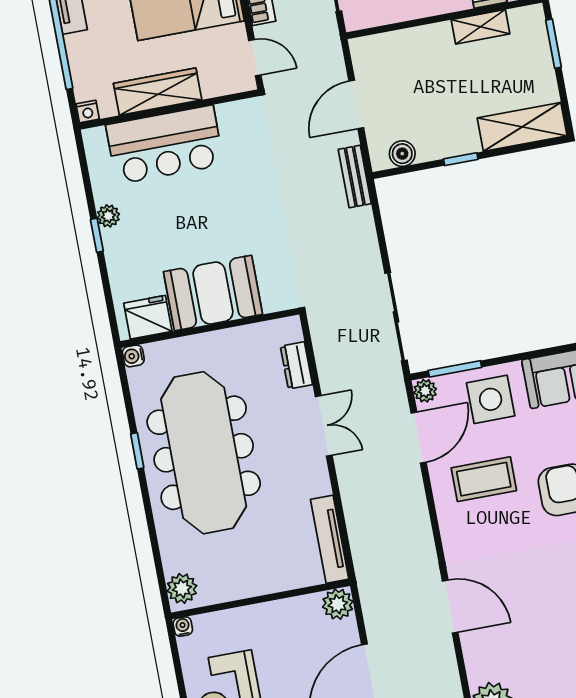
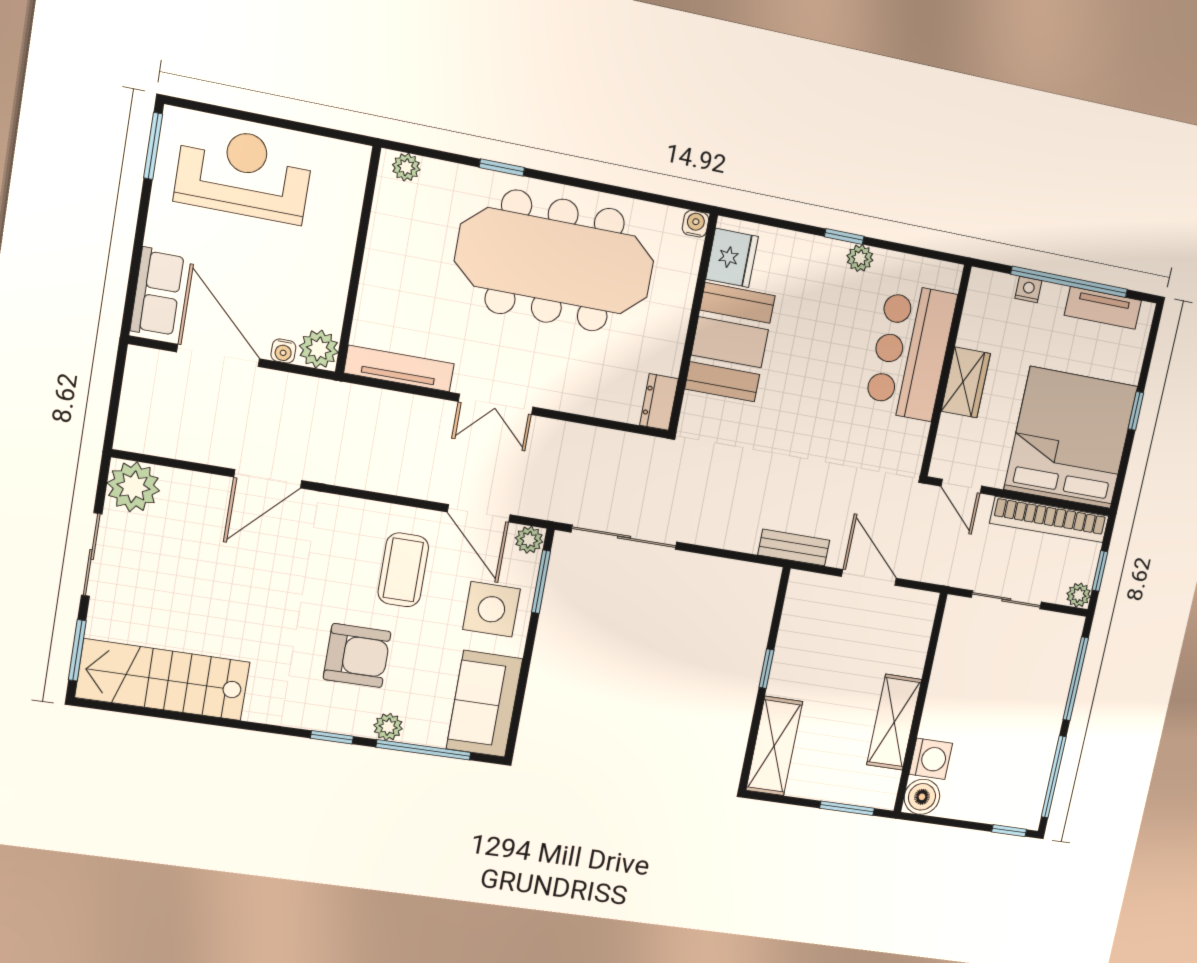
shelving: (480, 27) -> (894, 722), width x1.50, depth x1.33
door: (255, 58) -> (961, 486), hinge flipped
wardrobe: (158, 92) -> (966, 382), width x0.67
nightstand: (88, 112) -> (1028, 289), moved, turned 90
boiler: (402, 154) -> (797, 608), removed
dresser: (296, 365) -> (659, 402), moved, turned -90
double door: (324, 426) -> (496, 404), moved
window: (137, 451) -> (502, 168), moved
plant: (182, 588) -> (406, 167), width x0.73, depth x0.73
water cooler: (183, 626) -> (283, 351), moved, turned 90

